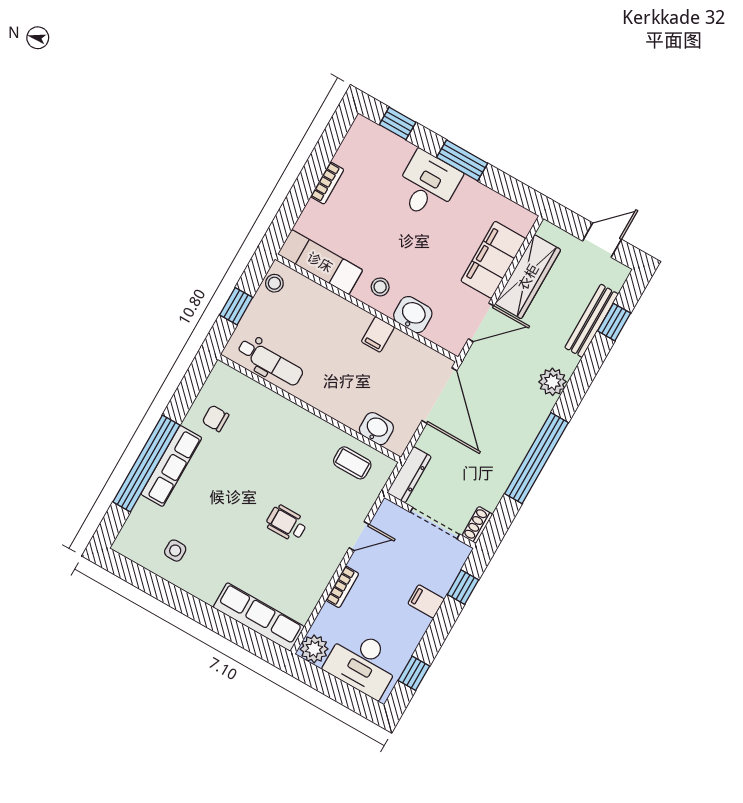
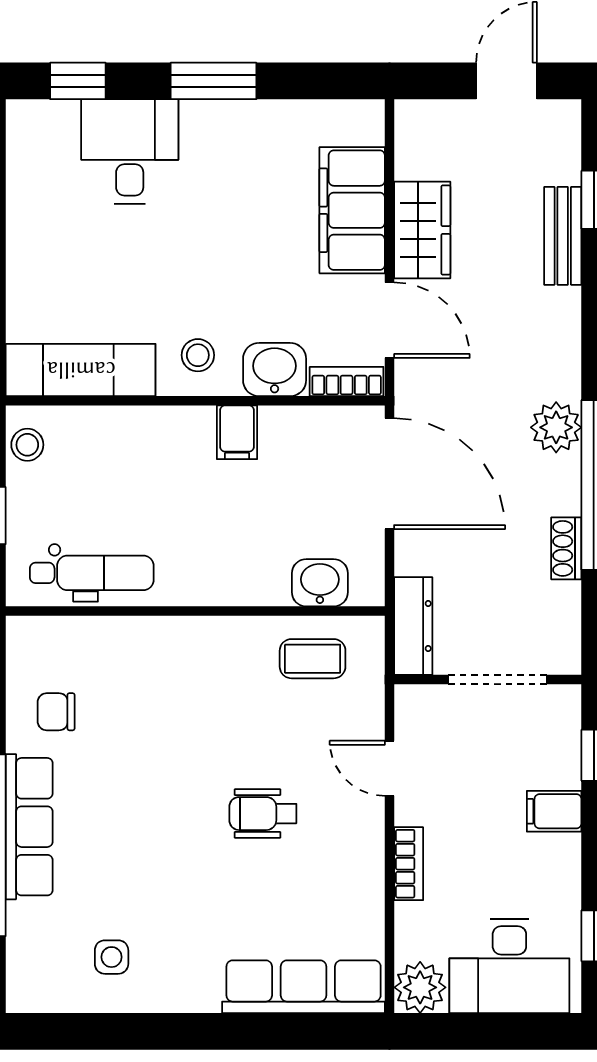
bookcase: (327, 183) -> (347, 382), moved, turned -90
desk: (427, 185) -> (130, 152), moved
wardrobe: (528, 277) -> (422, 230), width x0.67
bench: (592, 321) -> (563, 236), width x0.73
door: (481, 322) -> (389, 320), hinge flipped
plant: (552, 382) -> (556, 427), moved
shoe rack: (477, 525) -> (566, 548), moved
door: (359, 536) -> (389, 768), swing flipped

